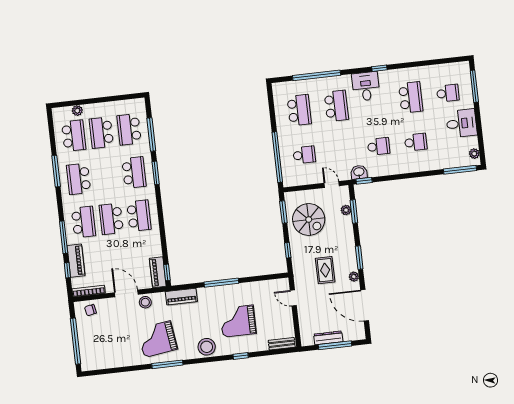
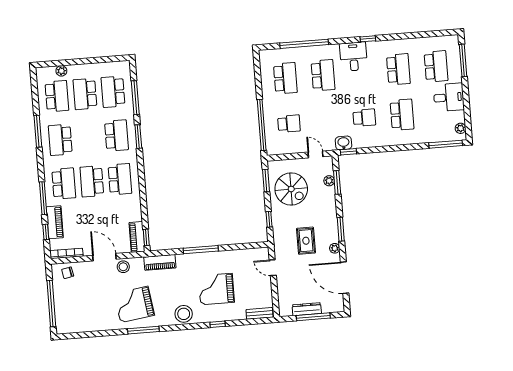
school desk: (448, 93) -> (436, 66), width x1.85
school desk: (416, 142) -> (402, 115), width x1.85

